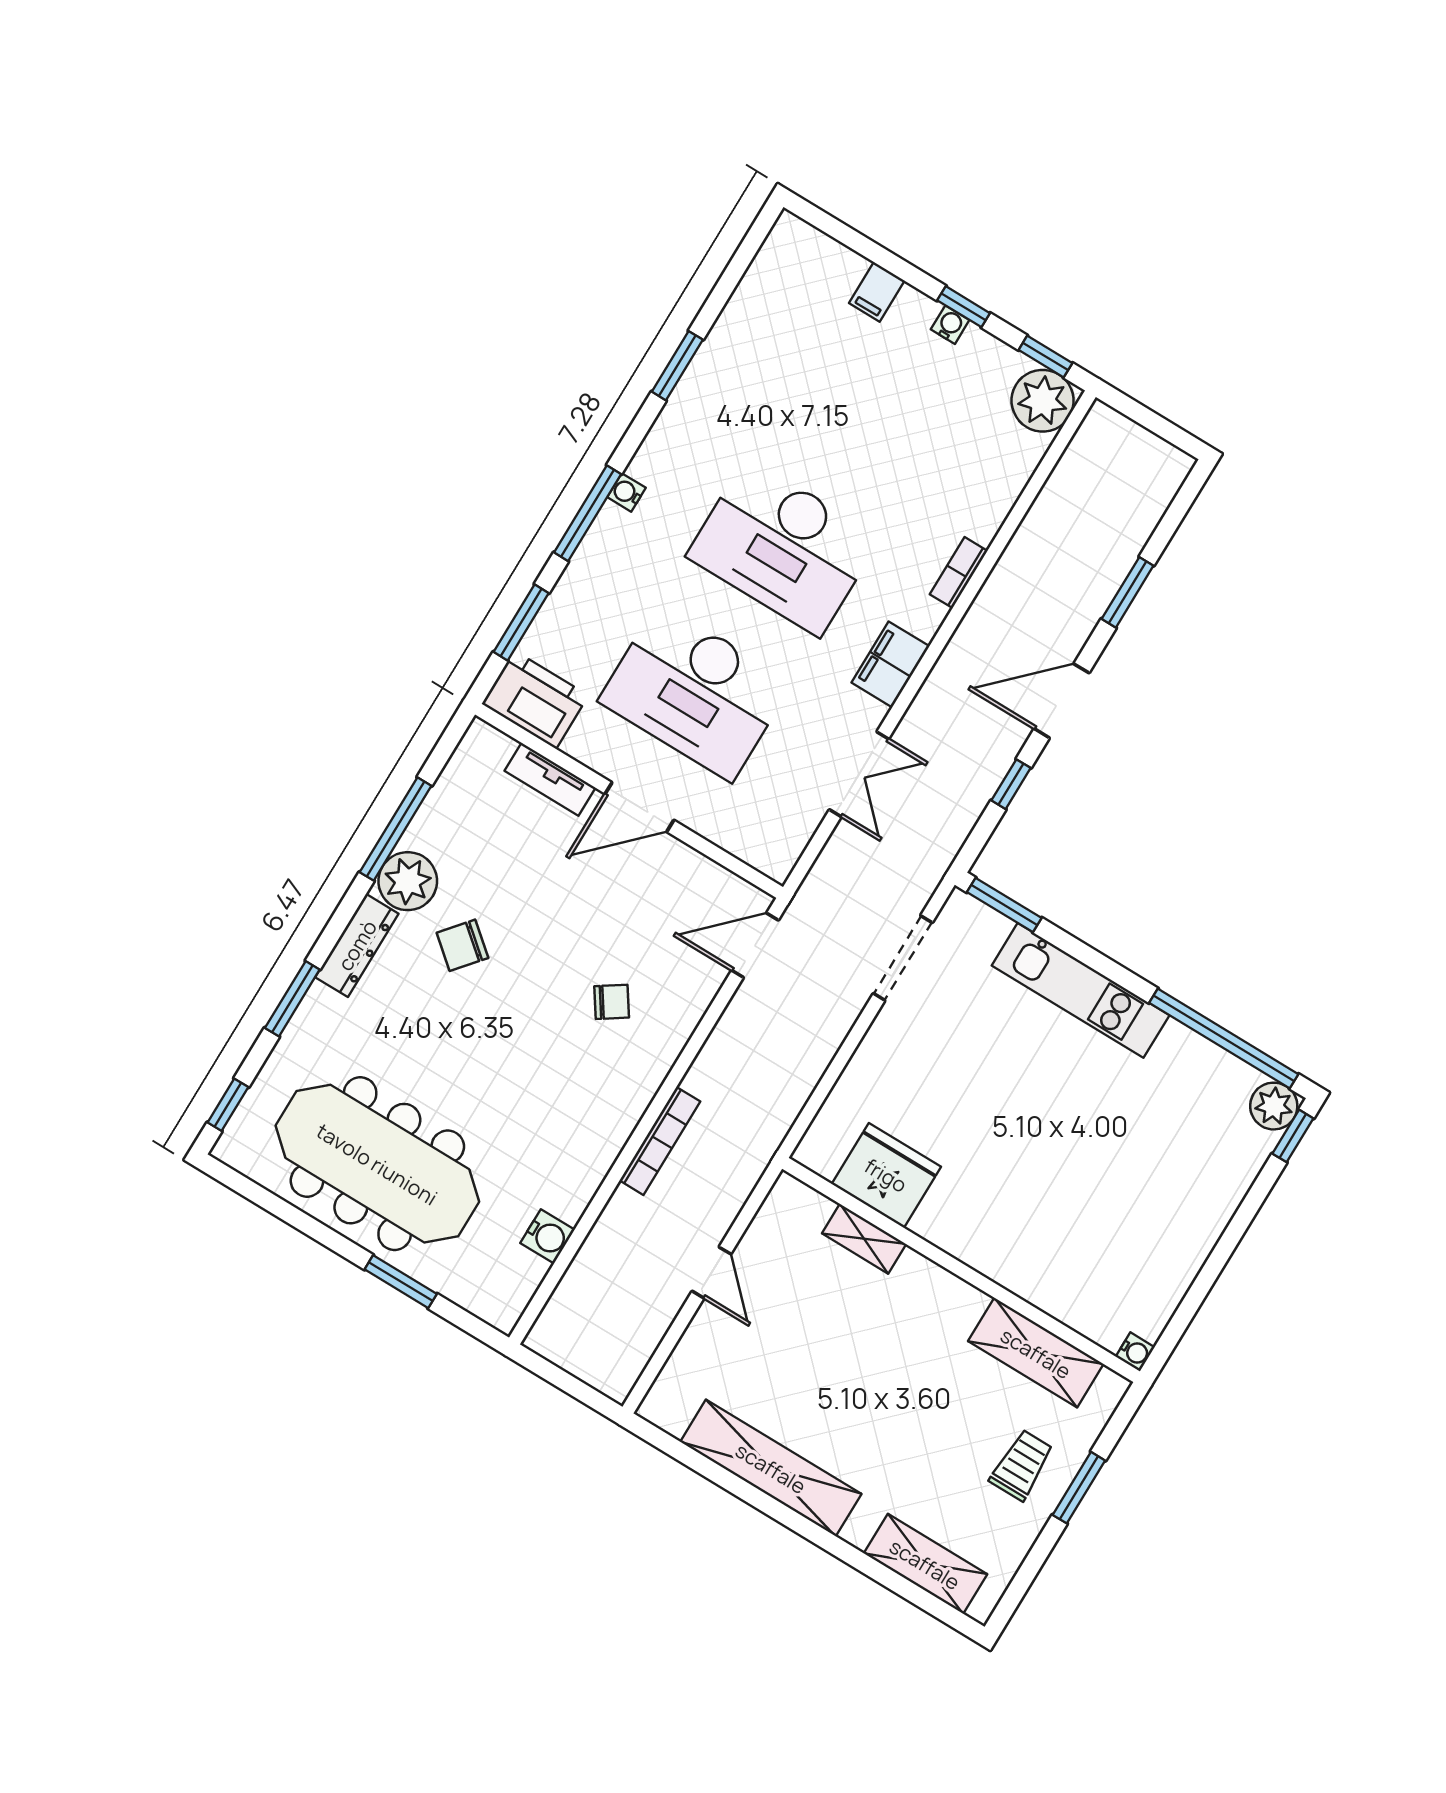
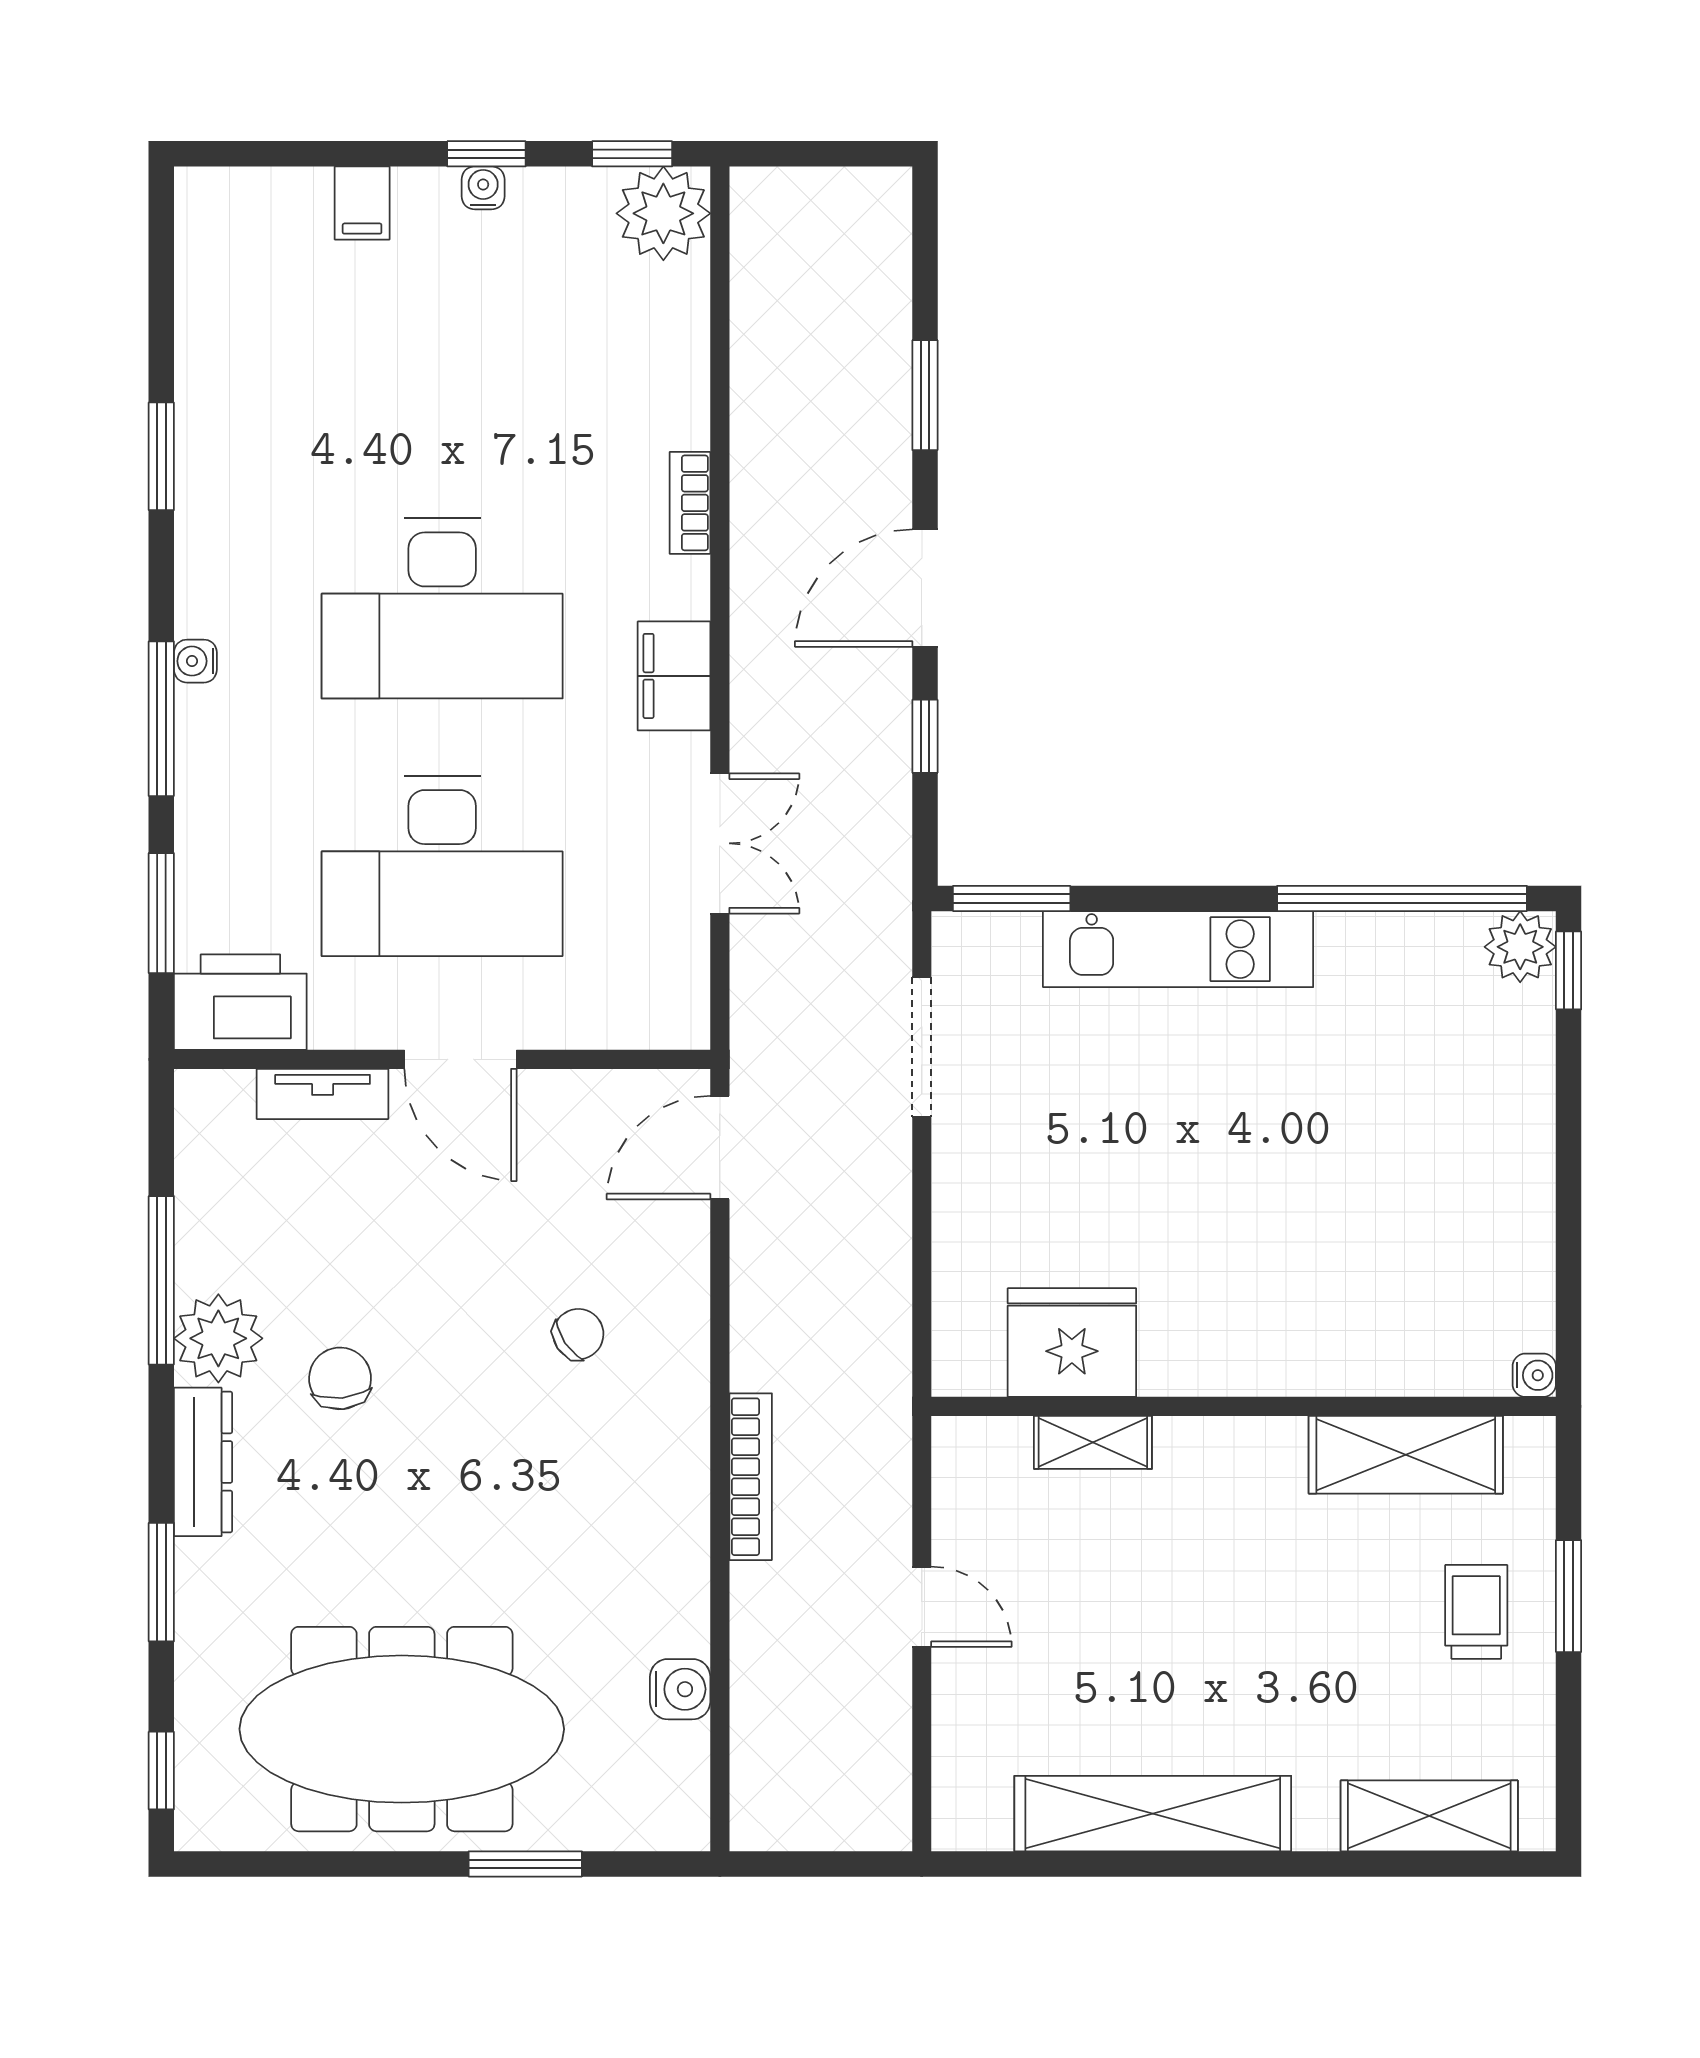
door: (639, 807) -> (461, 1059), hinge flipped
chair: (462, 945) -> (340, 1378), turned 134

